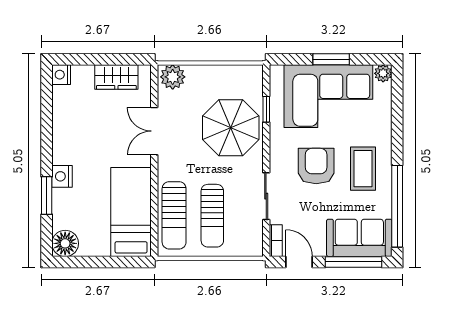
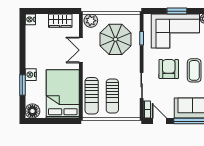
parasol: (231, 128) -> (115, 39), moved
bed: (131, 212) -> (63, 94), width x1.50

